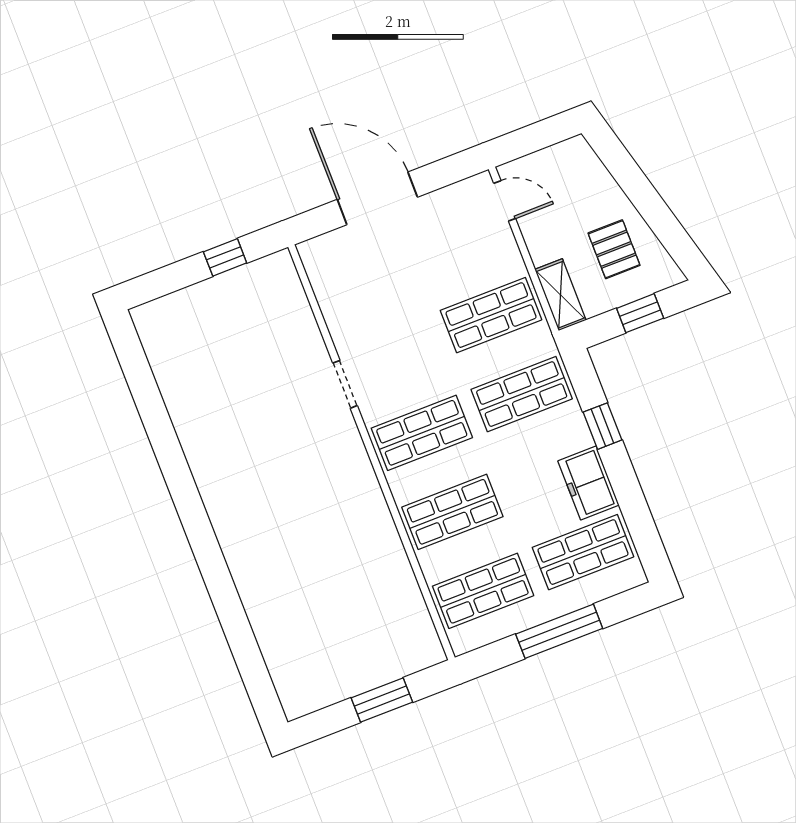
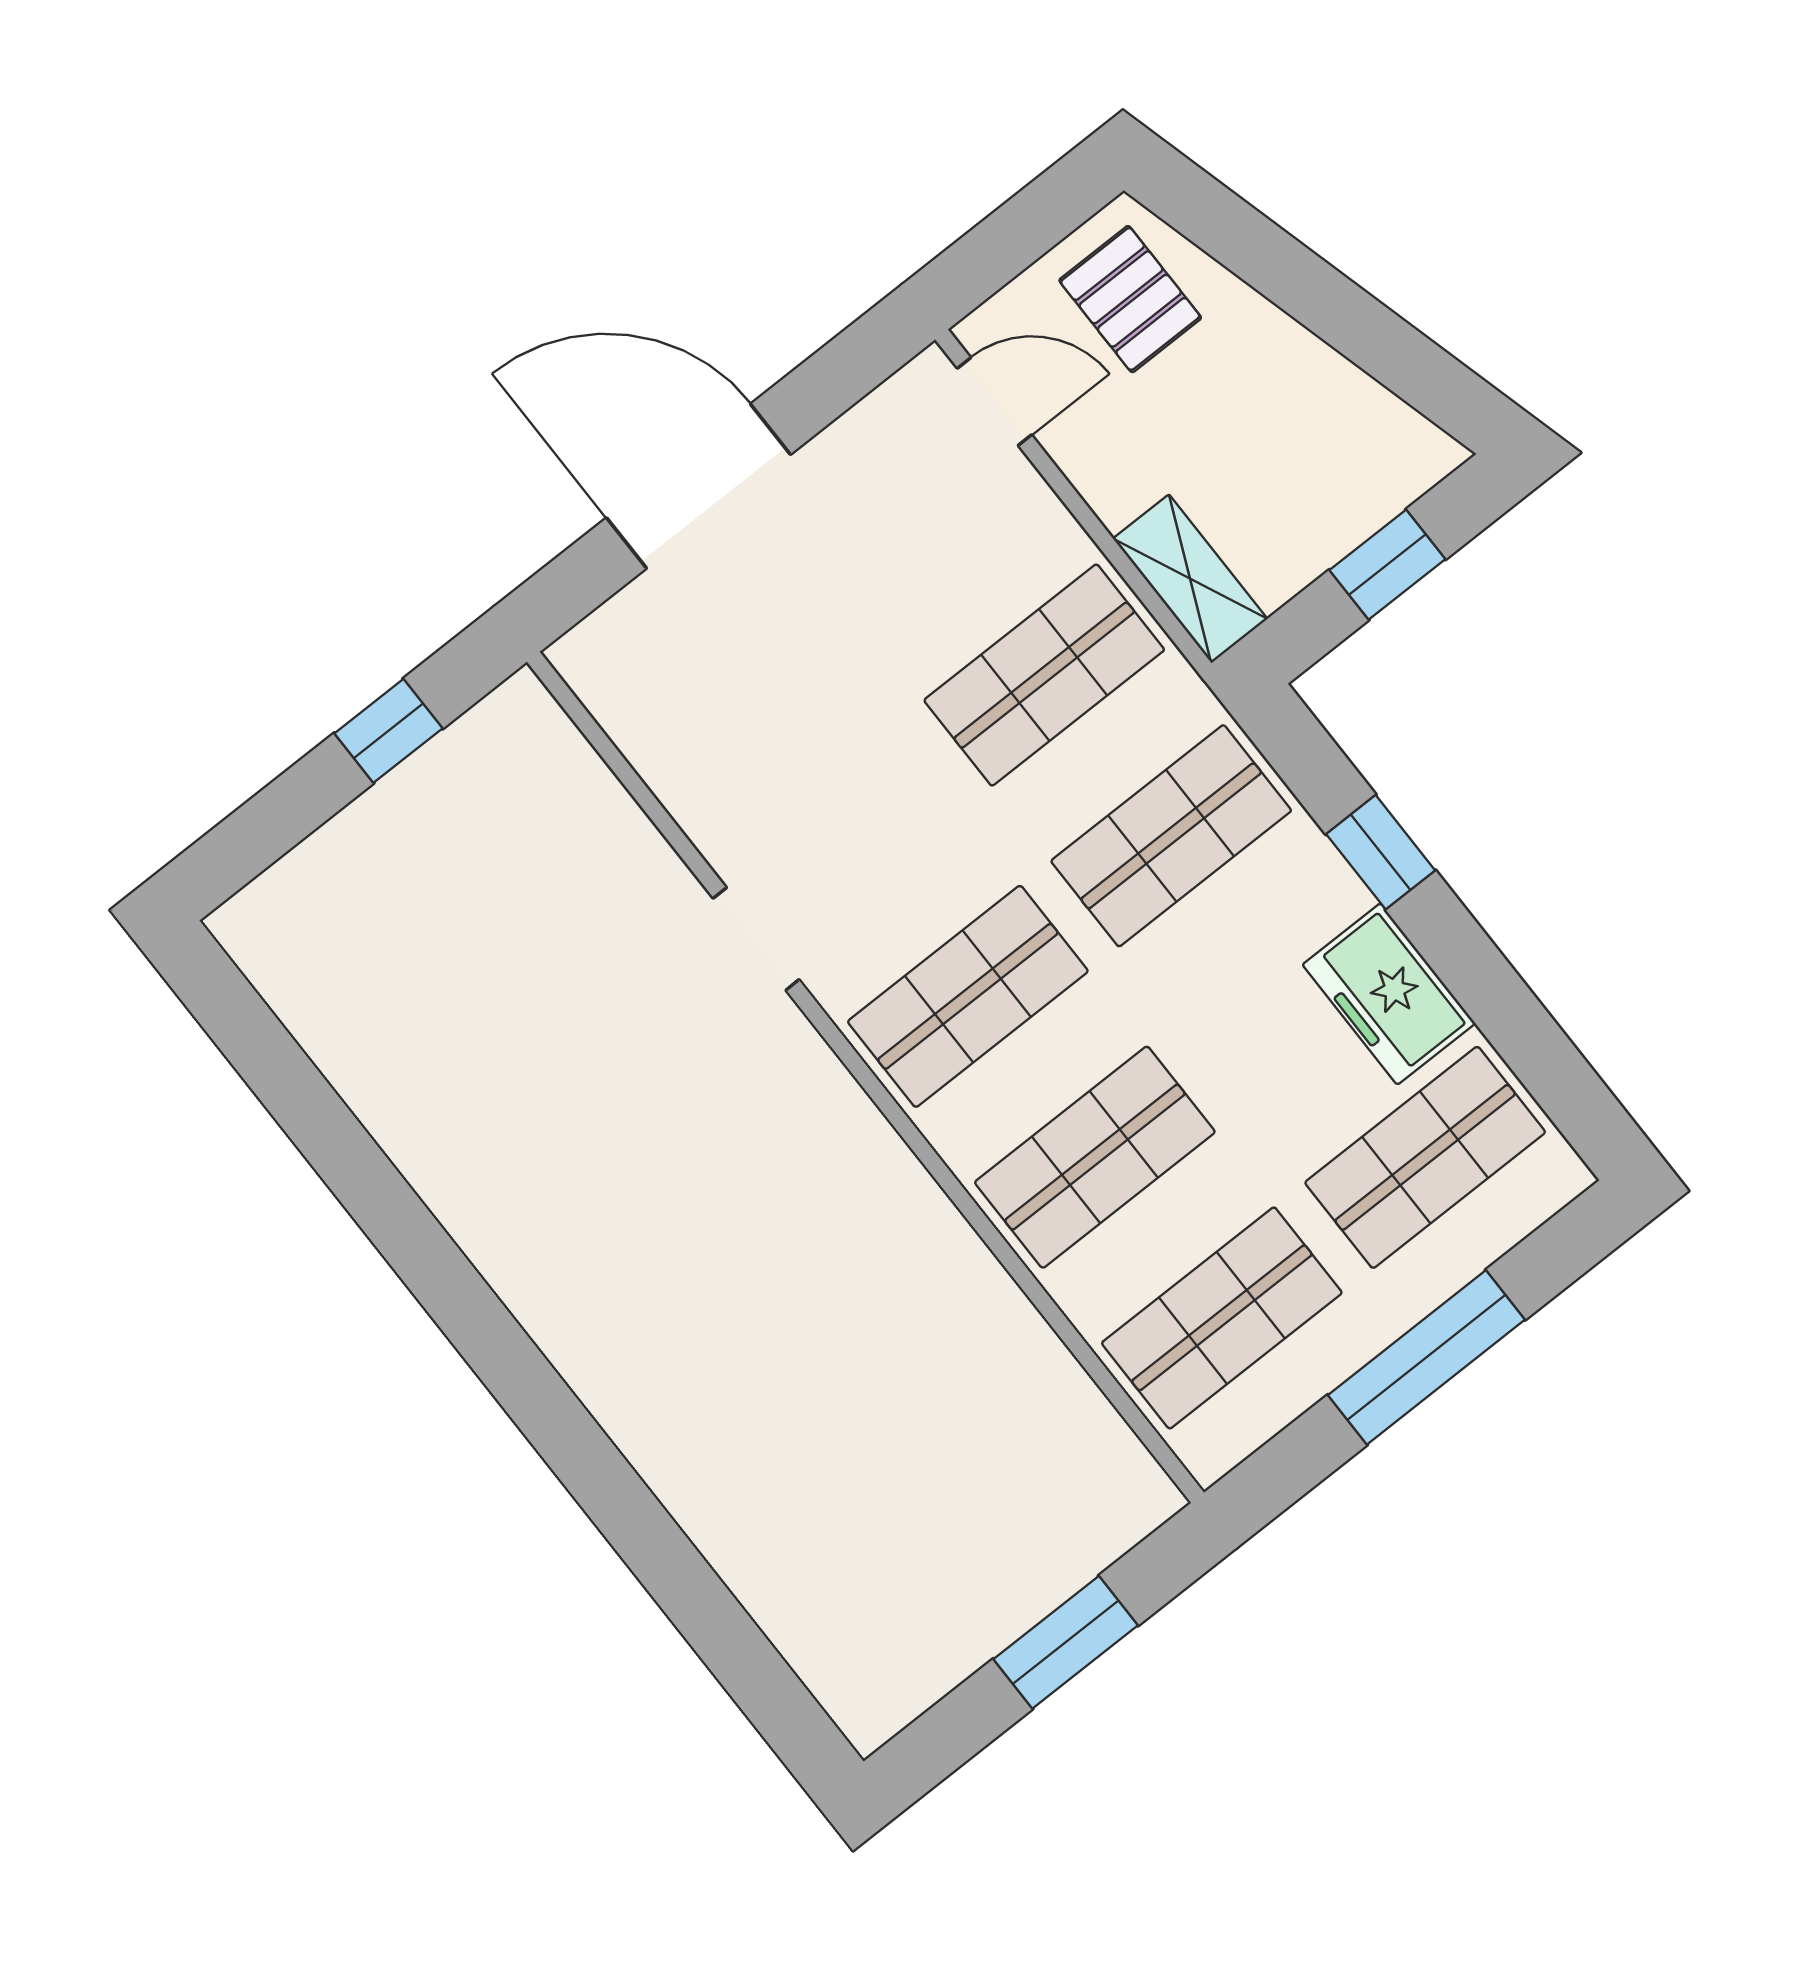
pallet: (614, 249) -> (1130, 299), moved

